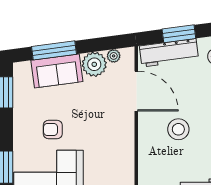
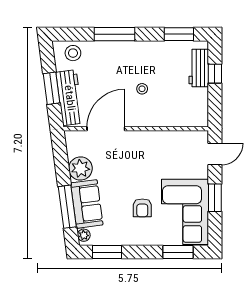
plant: (114, 56) -> (84, 235), moved
stool: (178, 129) -> (142, 89), width x0.53, depth x0.53

